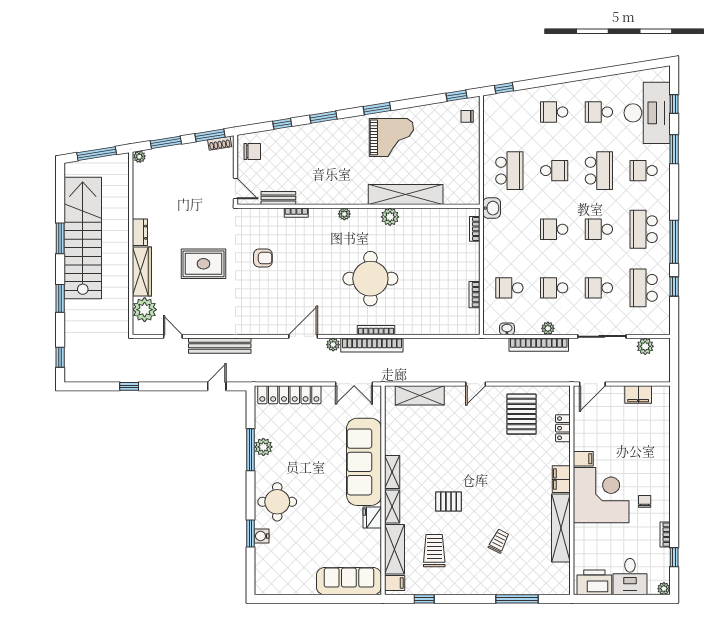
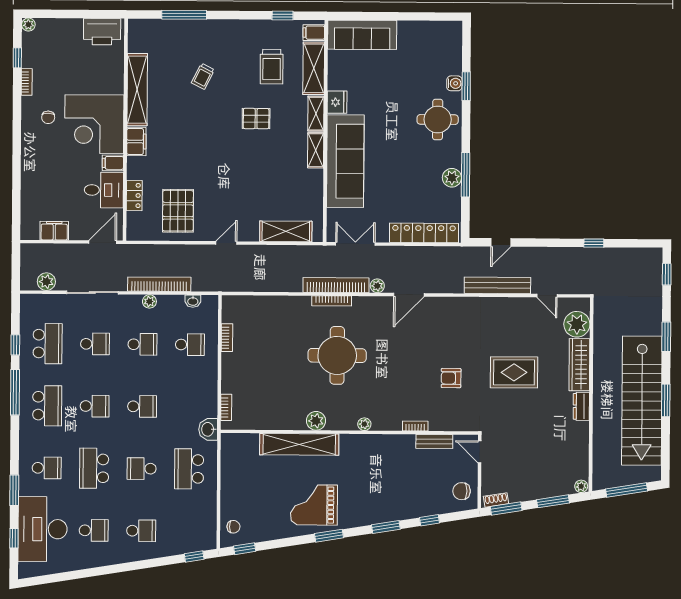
desk: (630, 577) -> (104, 190), moved, turned 90

